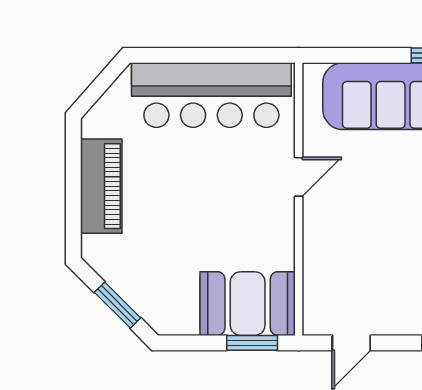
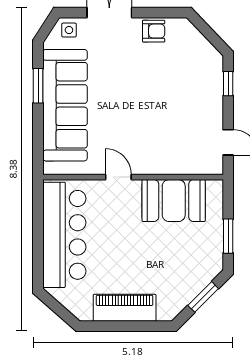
booth: (248, 304) -> (174, 201), moved, turned 90
window: (252, 343) -> (228, 236), moved

